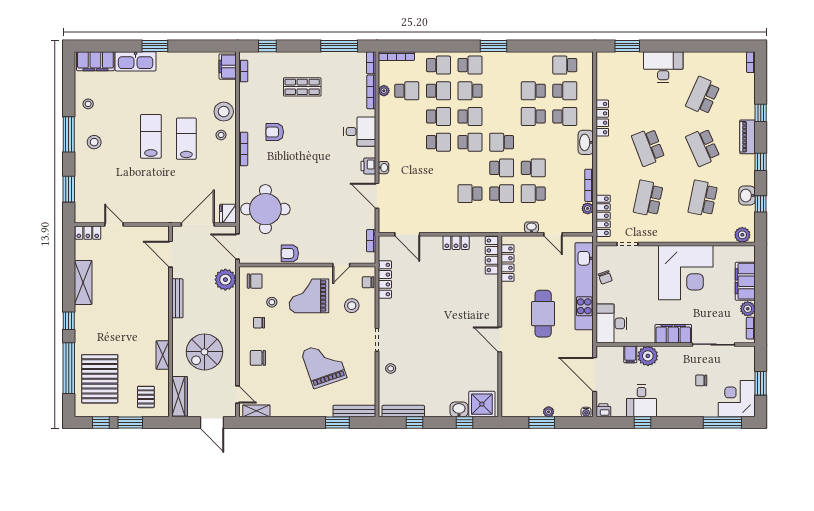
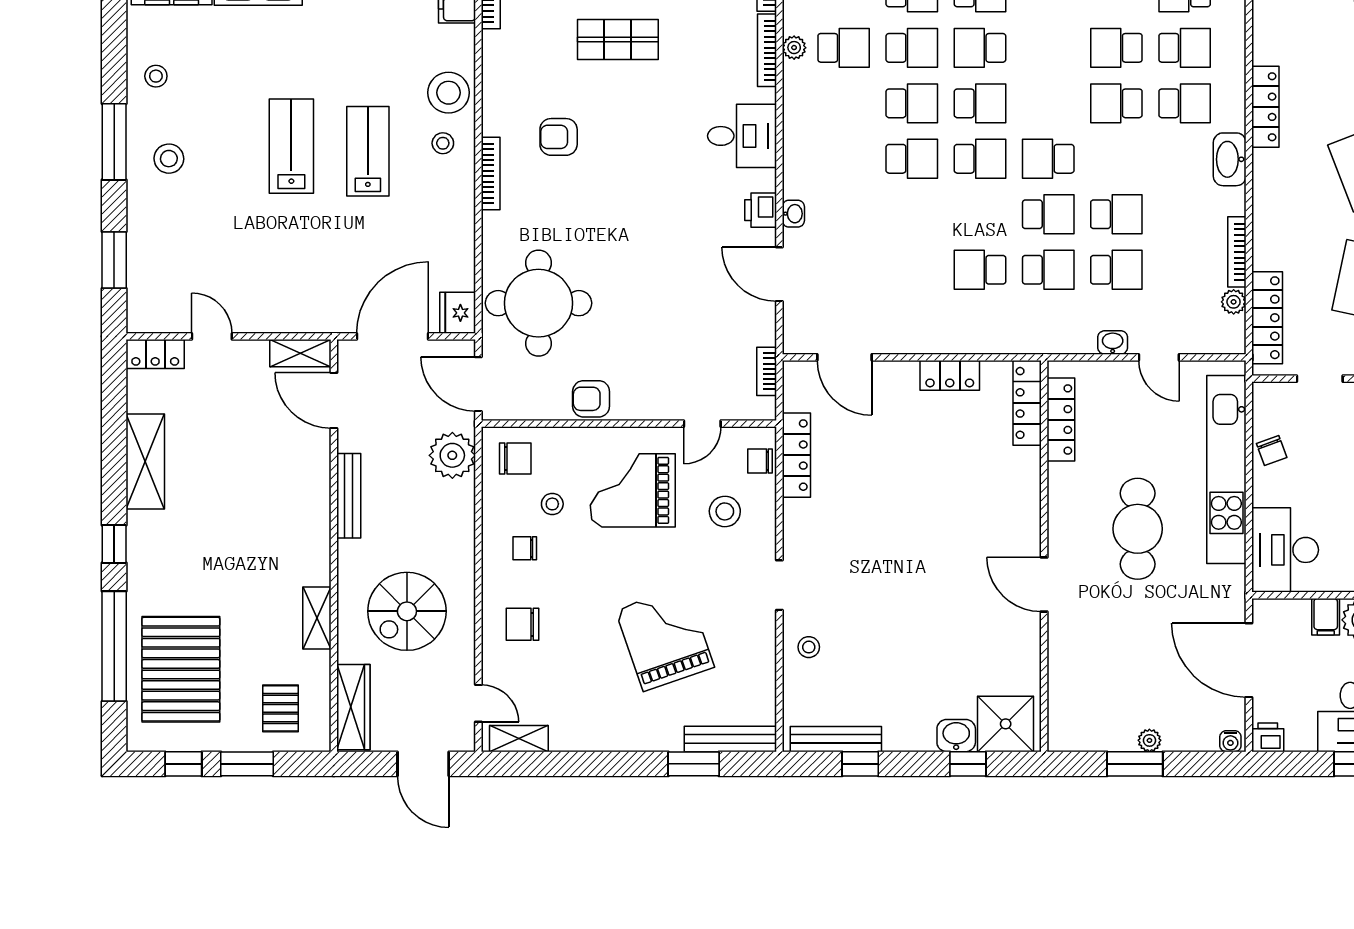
school desk: (533, 194) -> (1116, 270), turned 180
shelving: (155, 232) -> (300, 353), added

